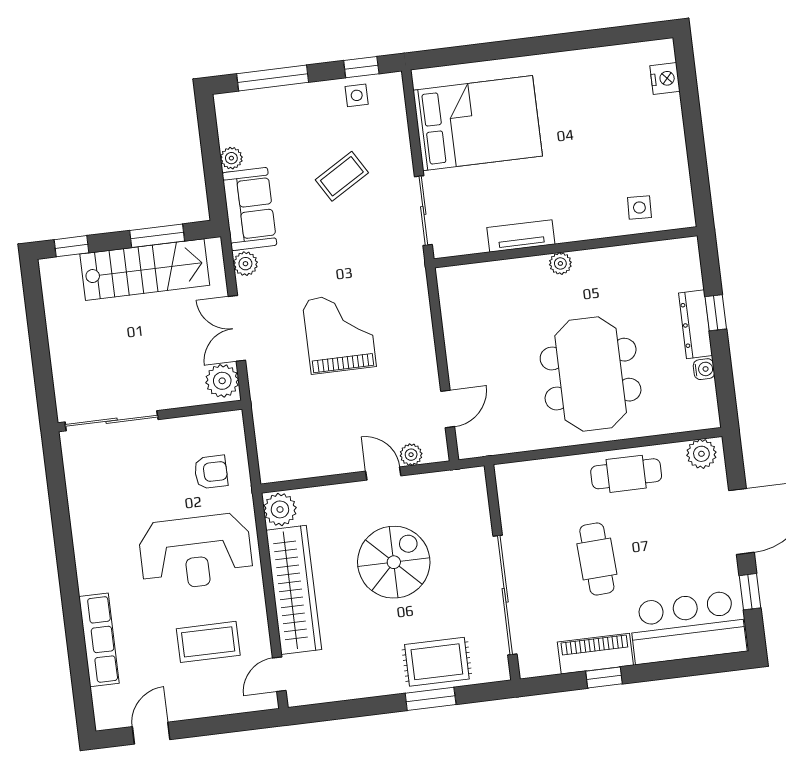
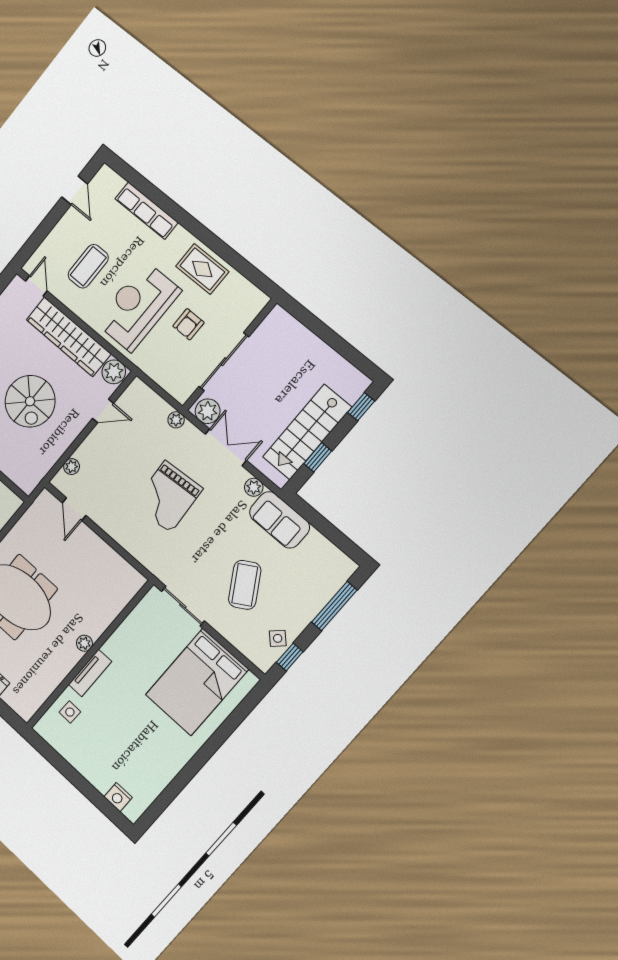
side table: (357, 95) -> (278, 638), turned 45
plant: (231, 158) -> (176, 420), moved
coffee table: (342, 176) -> (245, 585), width x1.36, depth x1.30
window: (157, 236) -> (318, 457), width x0.67
tv unit: (521, 236) -> (90, 673), moved
grand piano: (339, 333) -> (168, 496), turned 86
sliding door: (112, 421) -> (224, 362), moved
armchair: (211, 472) -> (188, 324), moved
door: (383, 474) -> (103, 411), moved
rug: (98, 527) -> (202, 269), added

